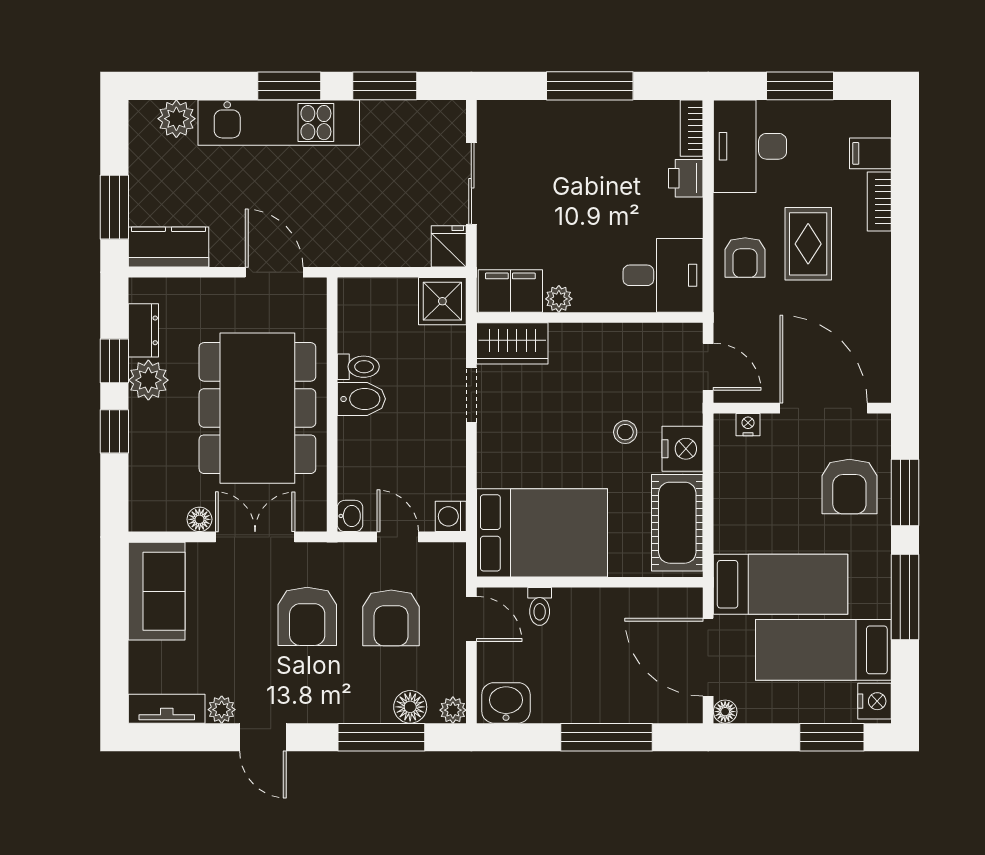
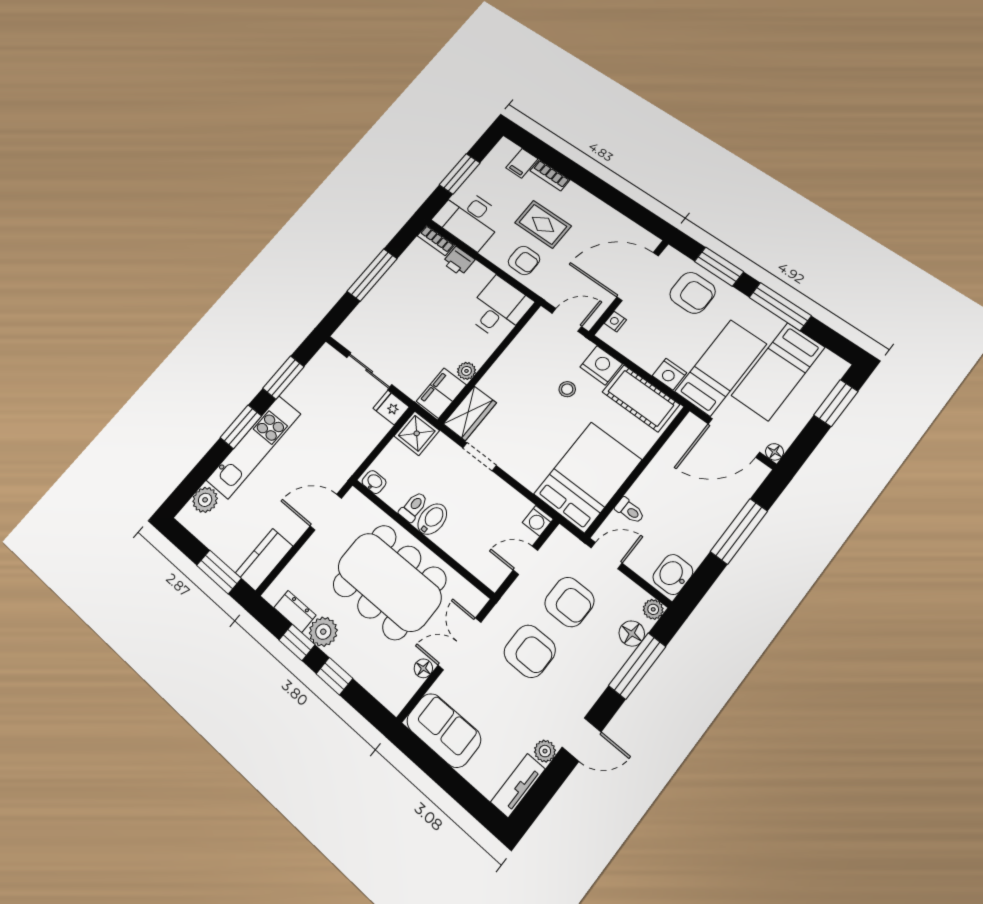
washbasin: (350, 516) -> (374, 482), moved
nightstand: (875, 701) -> (669, 374), moved, turned 180

